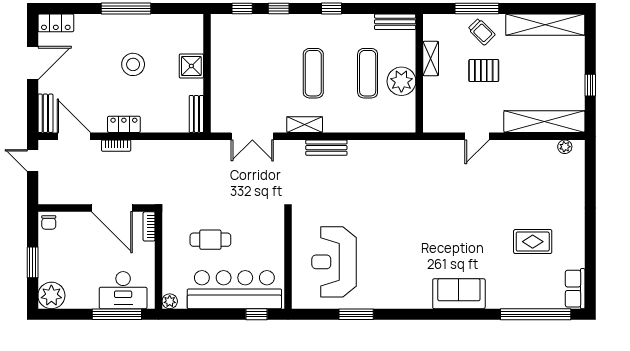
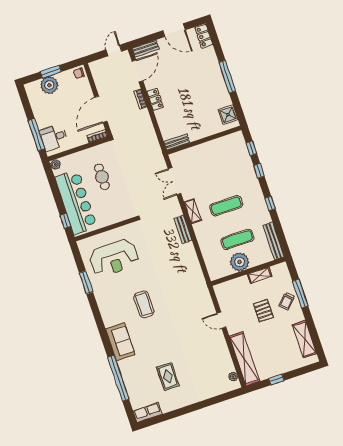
bench: (395, 22) -> (273, 241), width x1.36
shelving: (545, 25) -> (304, 339), width x0.68
stool: (133, 64) -> (194, 93), removed
shower: (191, 66) -> (228, 115), moved
coffee table: (416, 241) -> (144, 304), added
reception desk: (334, 262) -> (114, 258), turned 180
desk: (123, 290) -> (54, 137), width x0.73
plant: (51, 295) -> (49, 85), moved
window: (536, 314) -> (118, 378), moved

